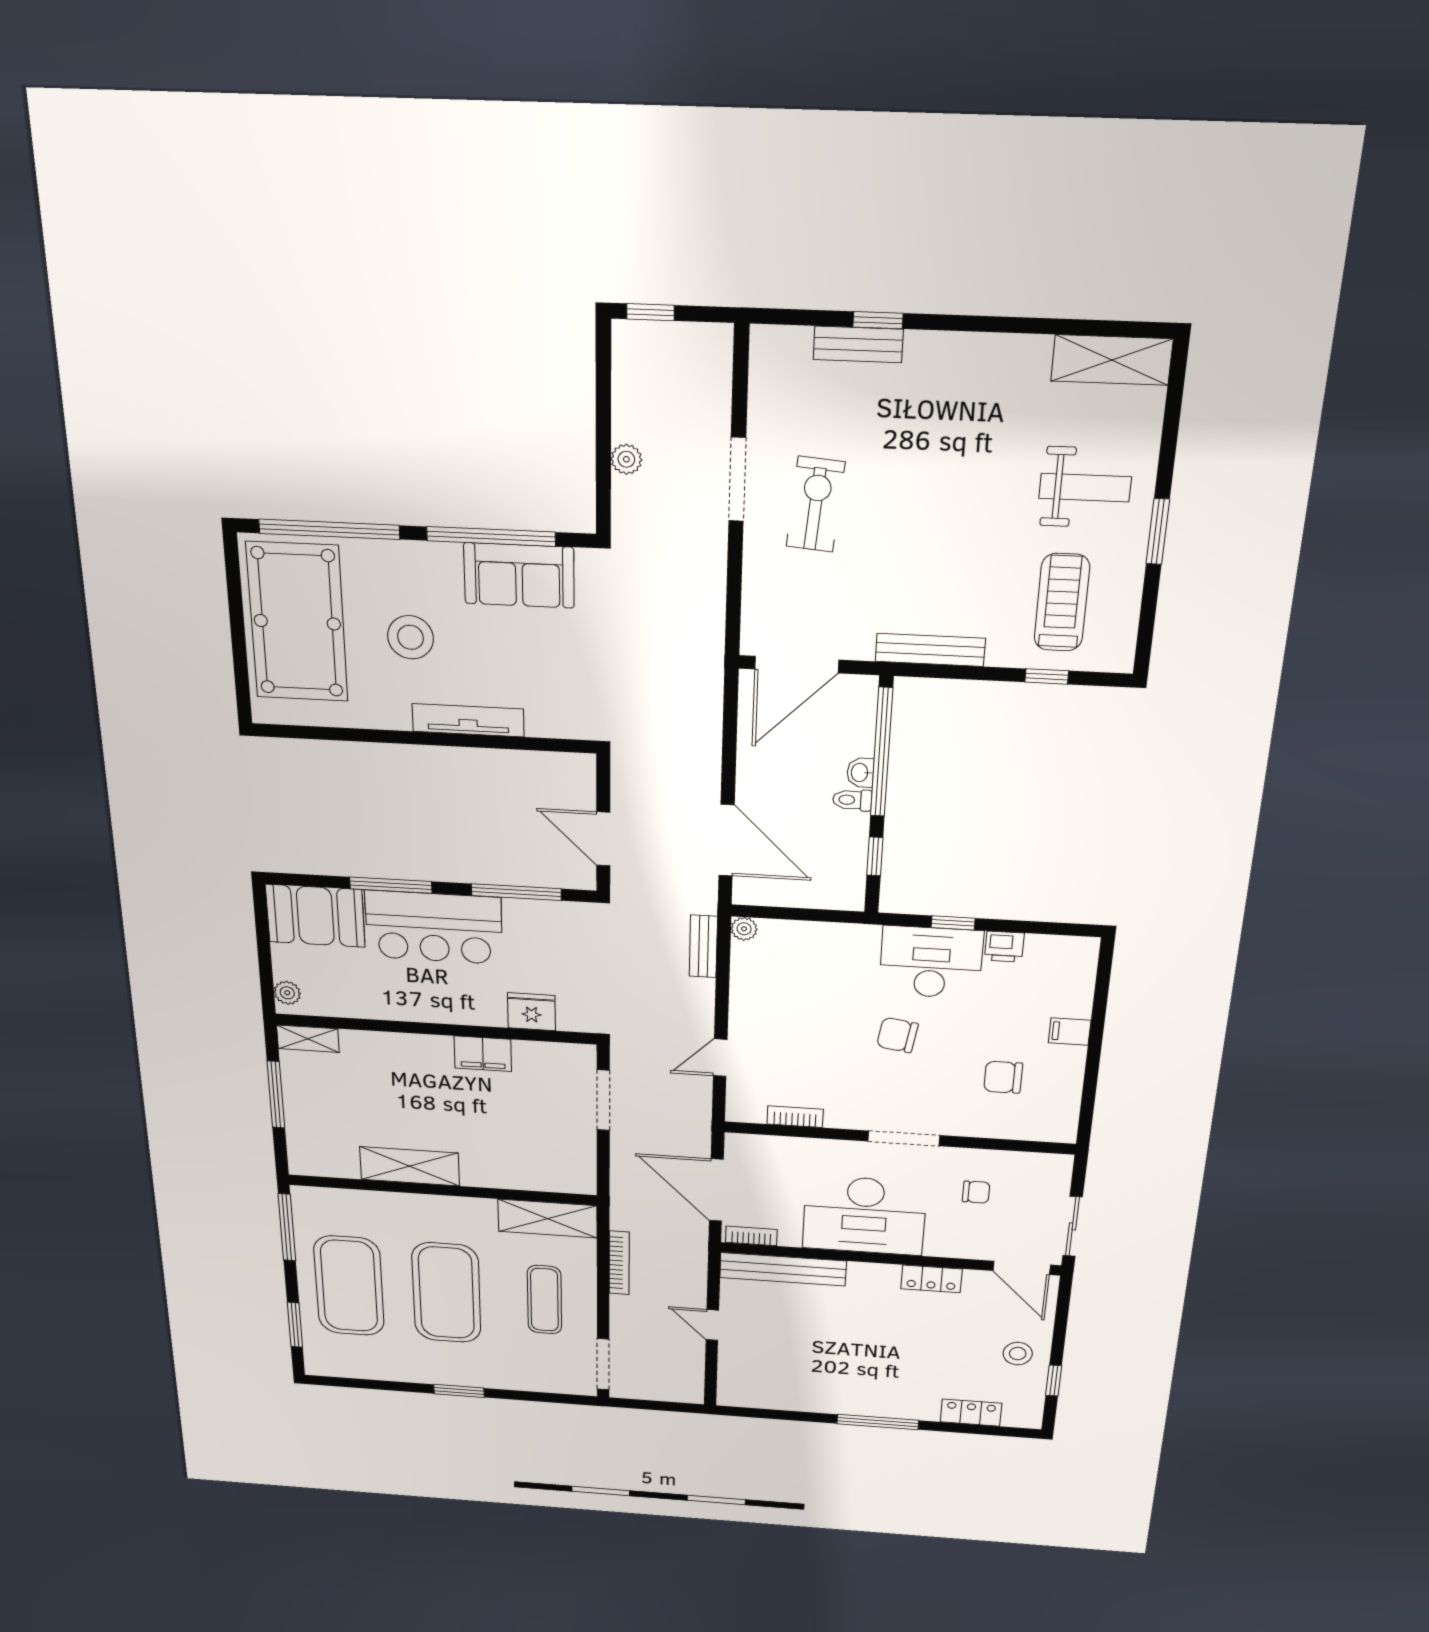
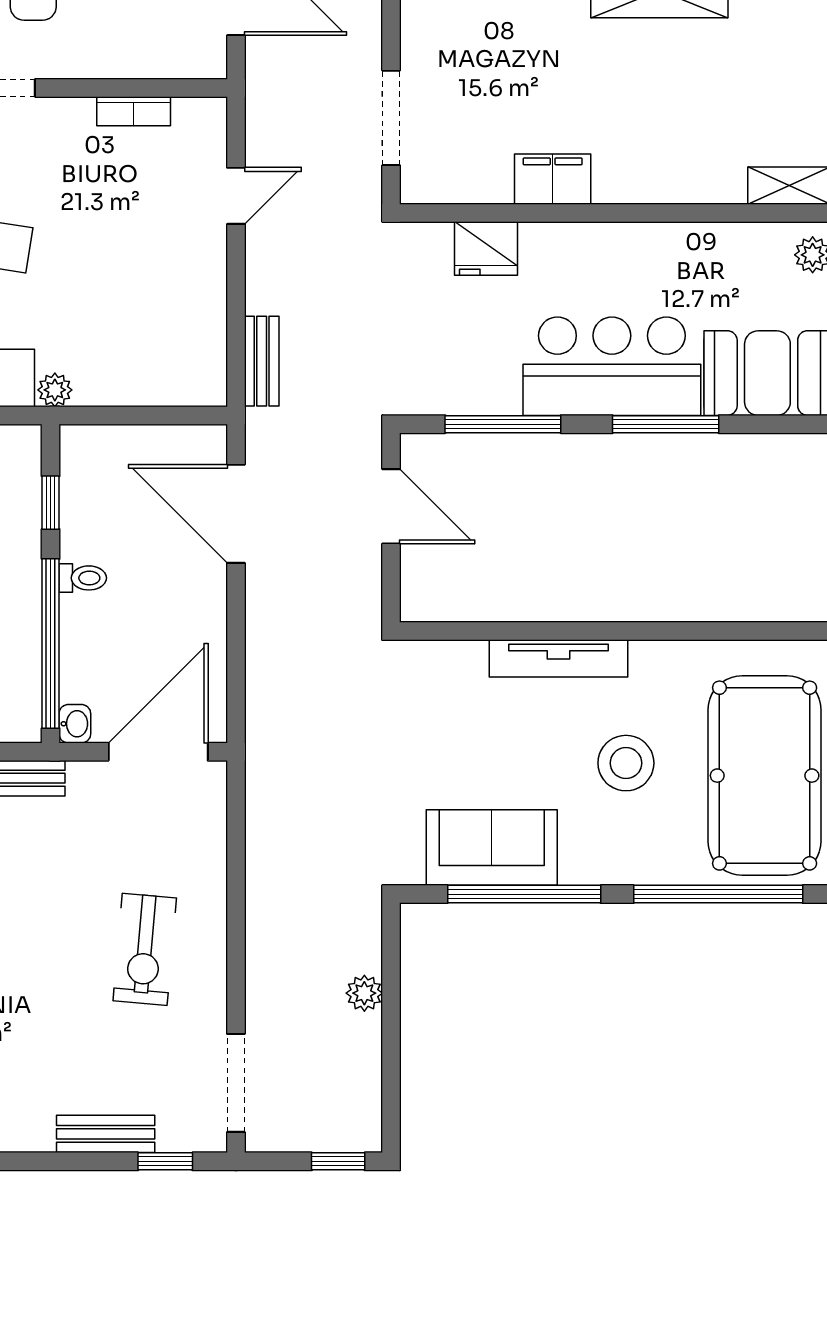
window: (878, 320) -> (165, 1161), moved
doorway: (737, 479) -> (236, 1083), moved
washbasin: (860, 773) -> (75, 724), moved
plant: (744, 929) -> (55, 390), moved

